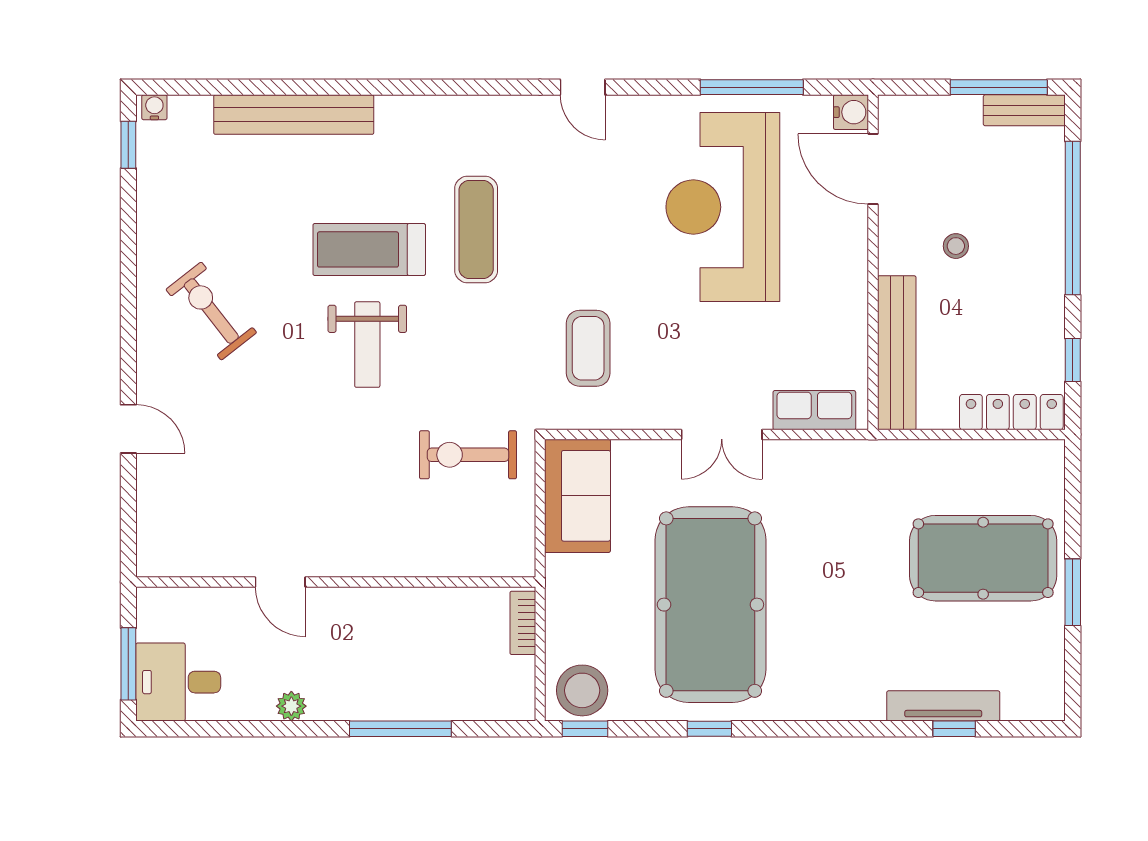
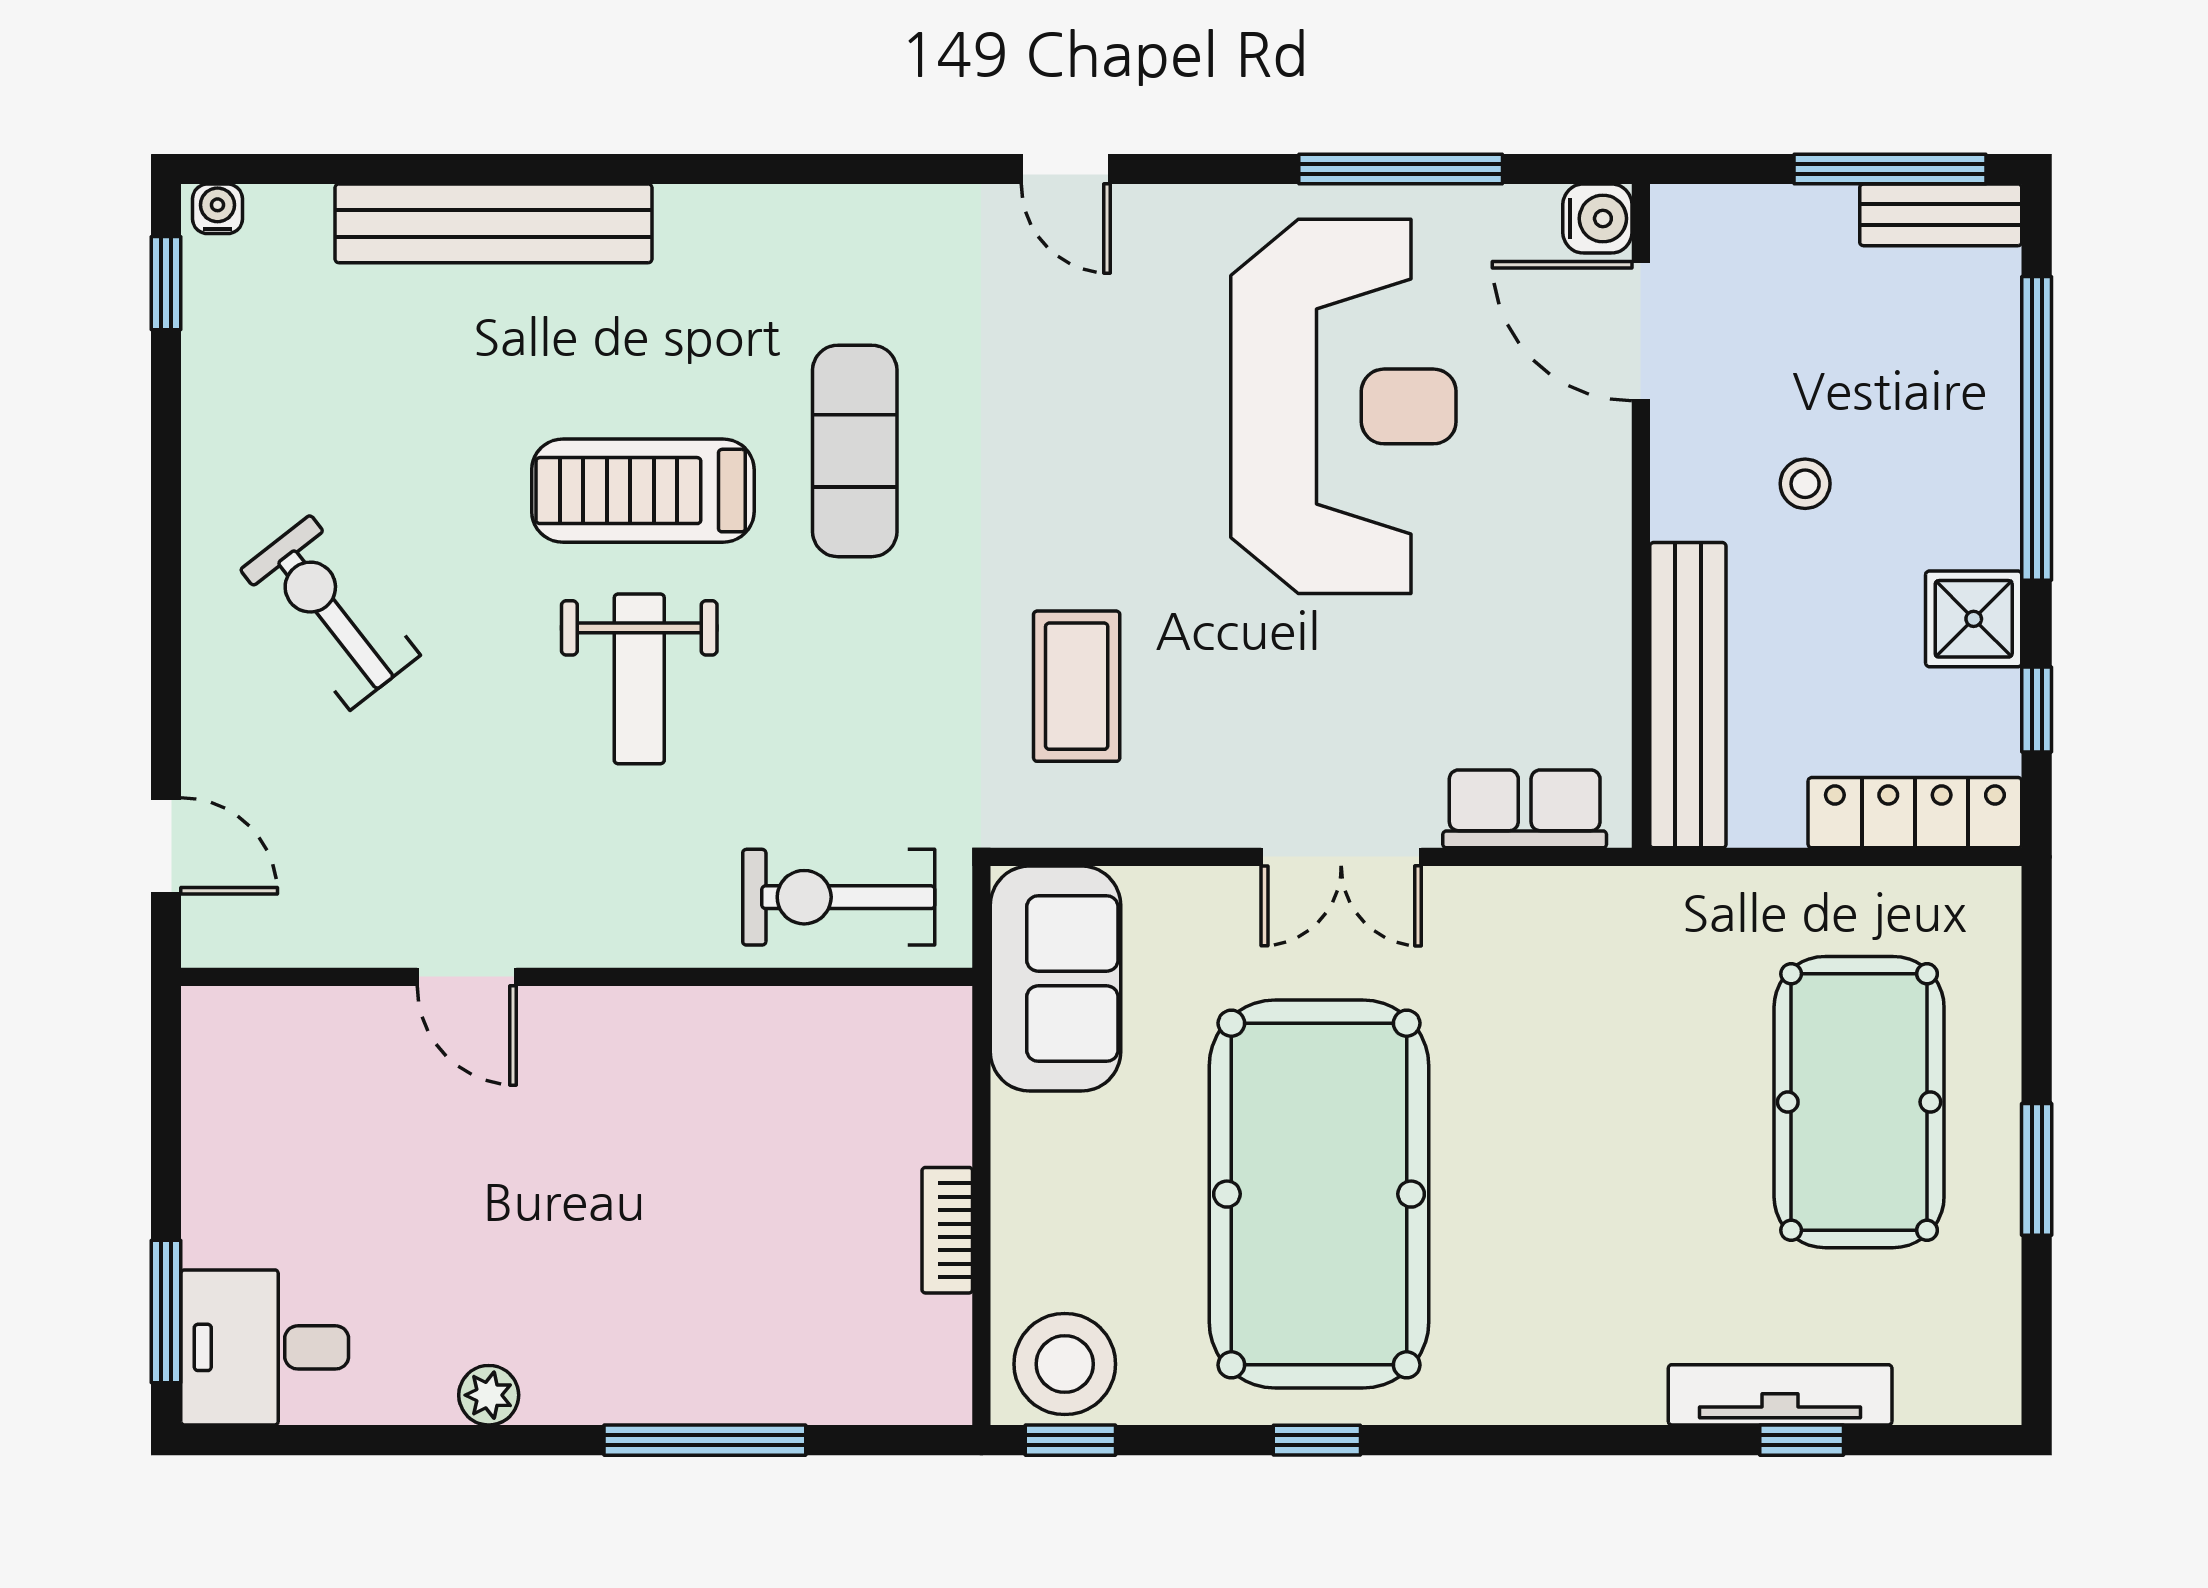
reception desk: (723, 207) -> (1343, 406), turned 180
shower: (1041, 314) -> (1974, 619), added
pool table: (983, 558) -> (1859, 1102), turned 90
door: (280, 582) -> (467, 977), moved
wall: (336, 582) -> (577, 977), moved

